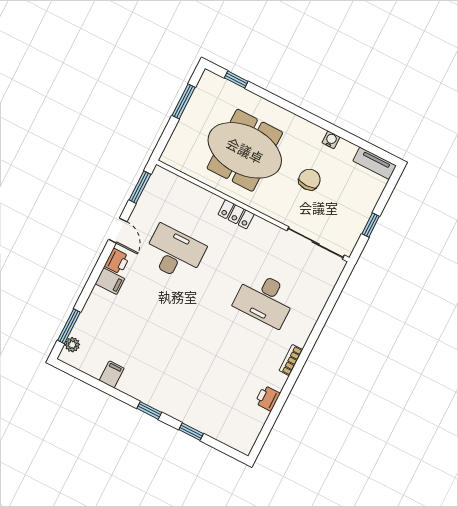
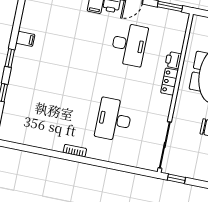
window: (371, 225) -> (176, 179), moved
filing cabinet: (112, 374) -> (25, 39), moved
printer: (268, 398) -> (173, 60), moved, turned -90

